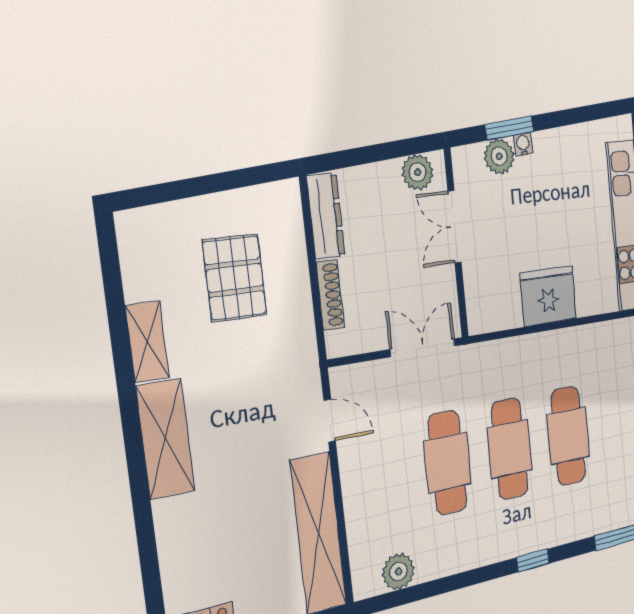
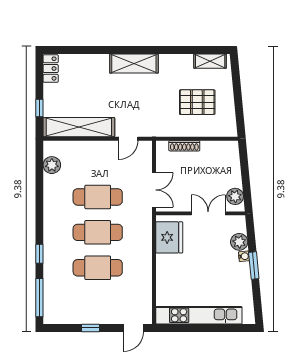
window: (509, 128) -> (254, 266), moved
dresser: (326, 216) -> (219, 148), removed
fridge: (548, 296) -> (169, 237), moved
shelving: (147, 342) -> (210, 61), moved
window: (533, 560) -> (39, 254), moved

